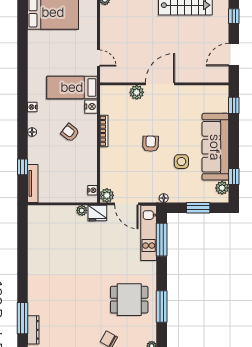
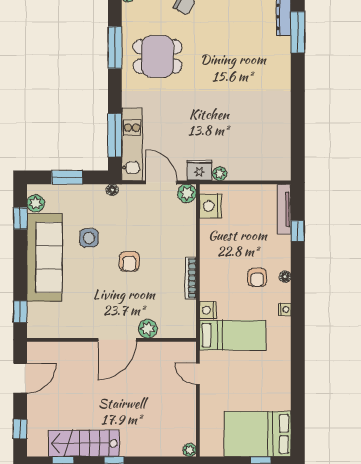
armchair: (70, 133) -> (257, 277), moved, turned 52
nightstand: (93, 190) -> (210, 206), width x1.89, depth x1.79

